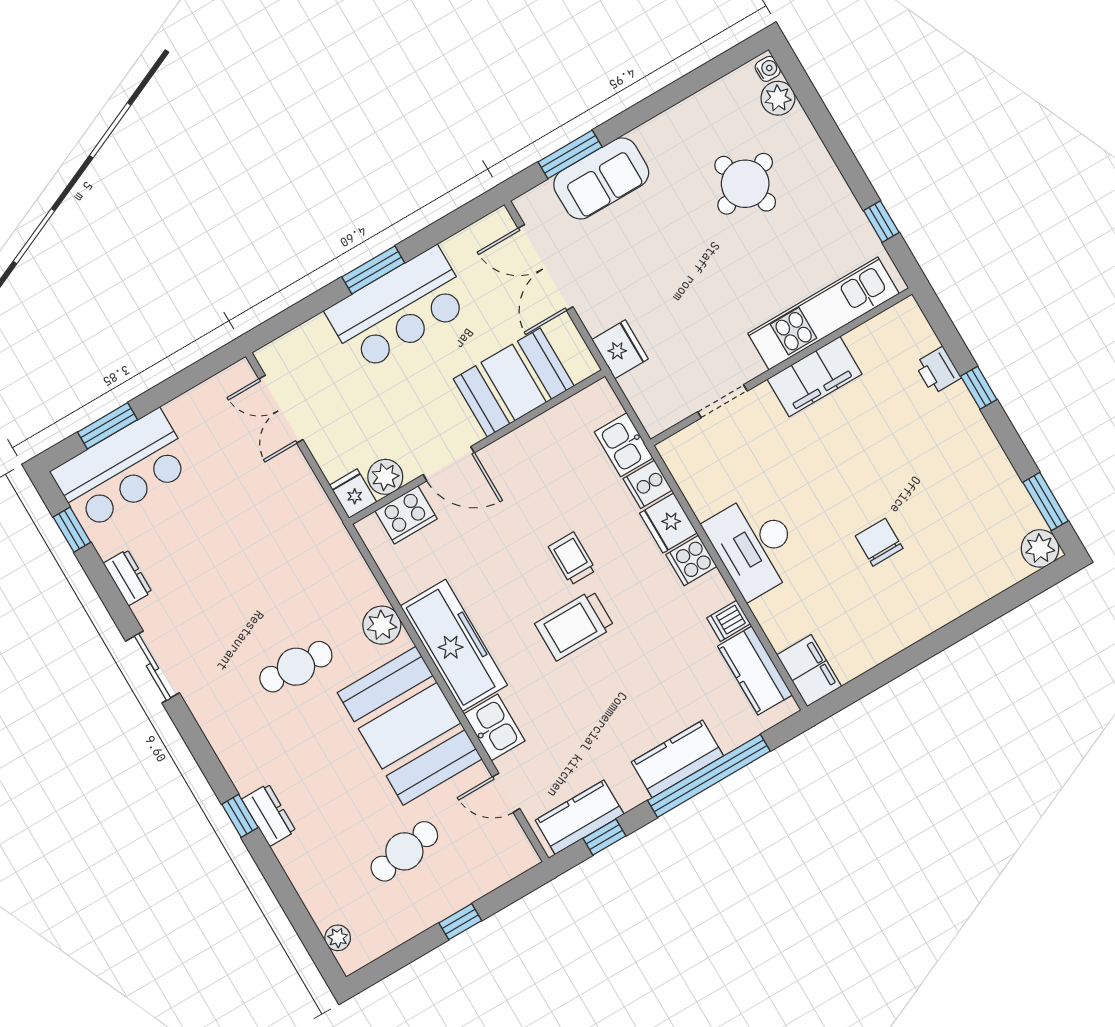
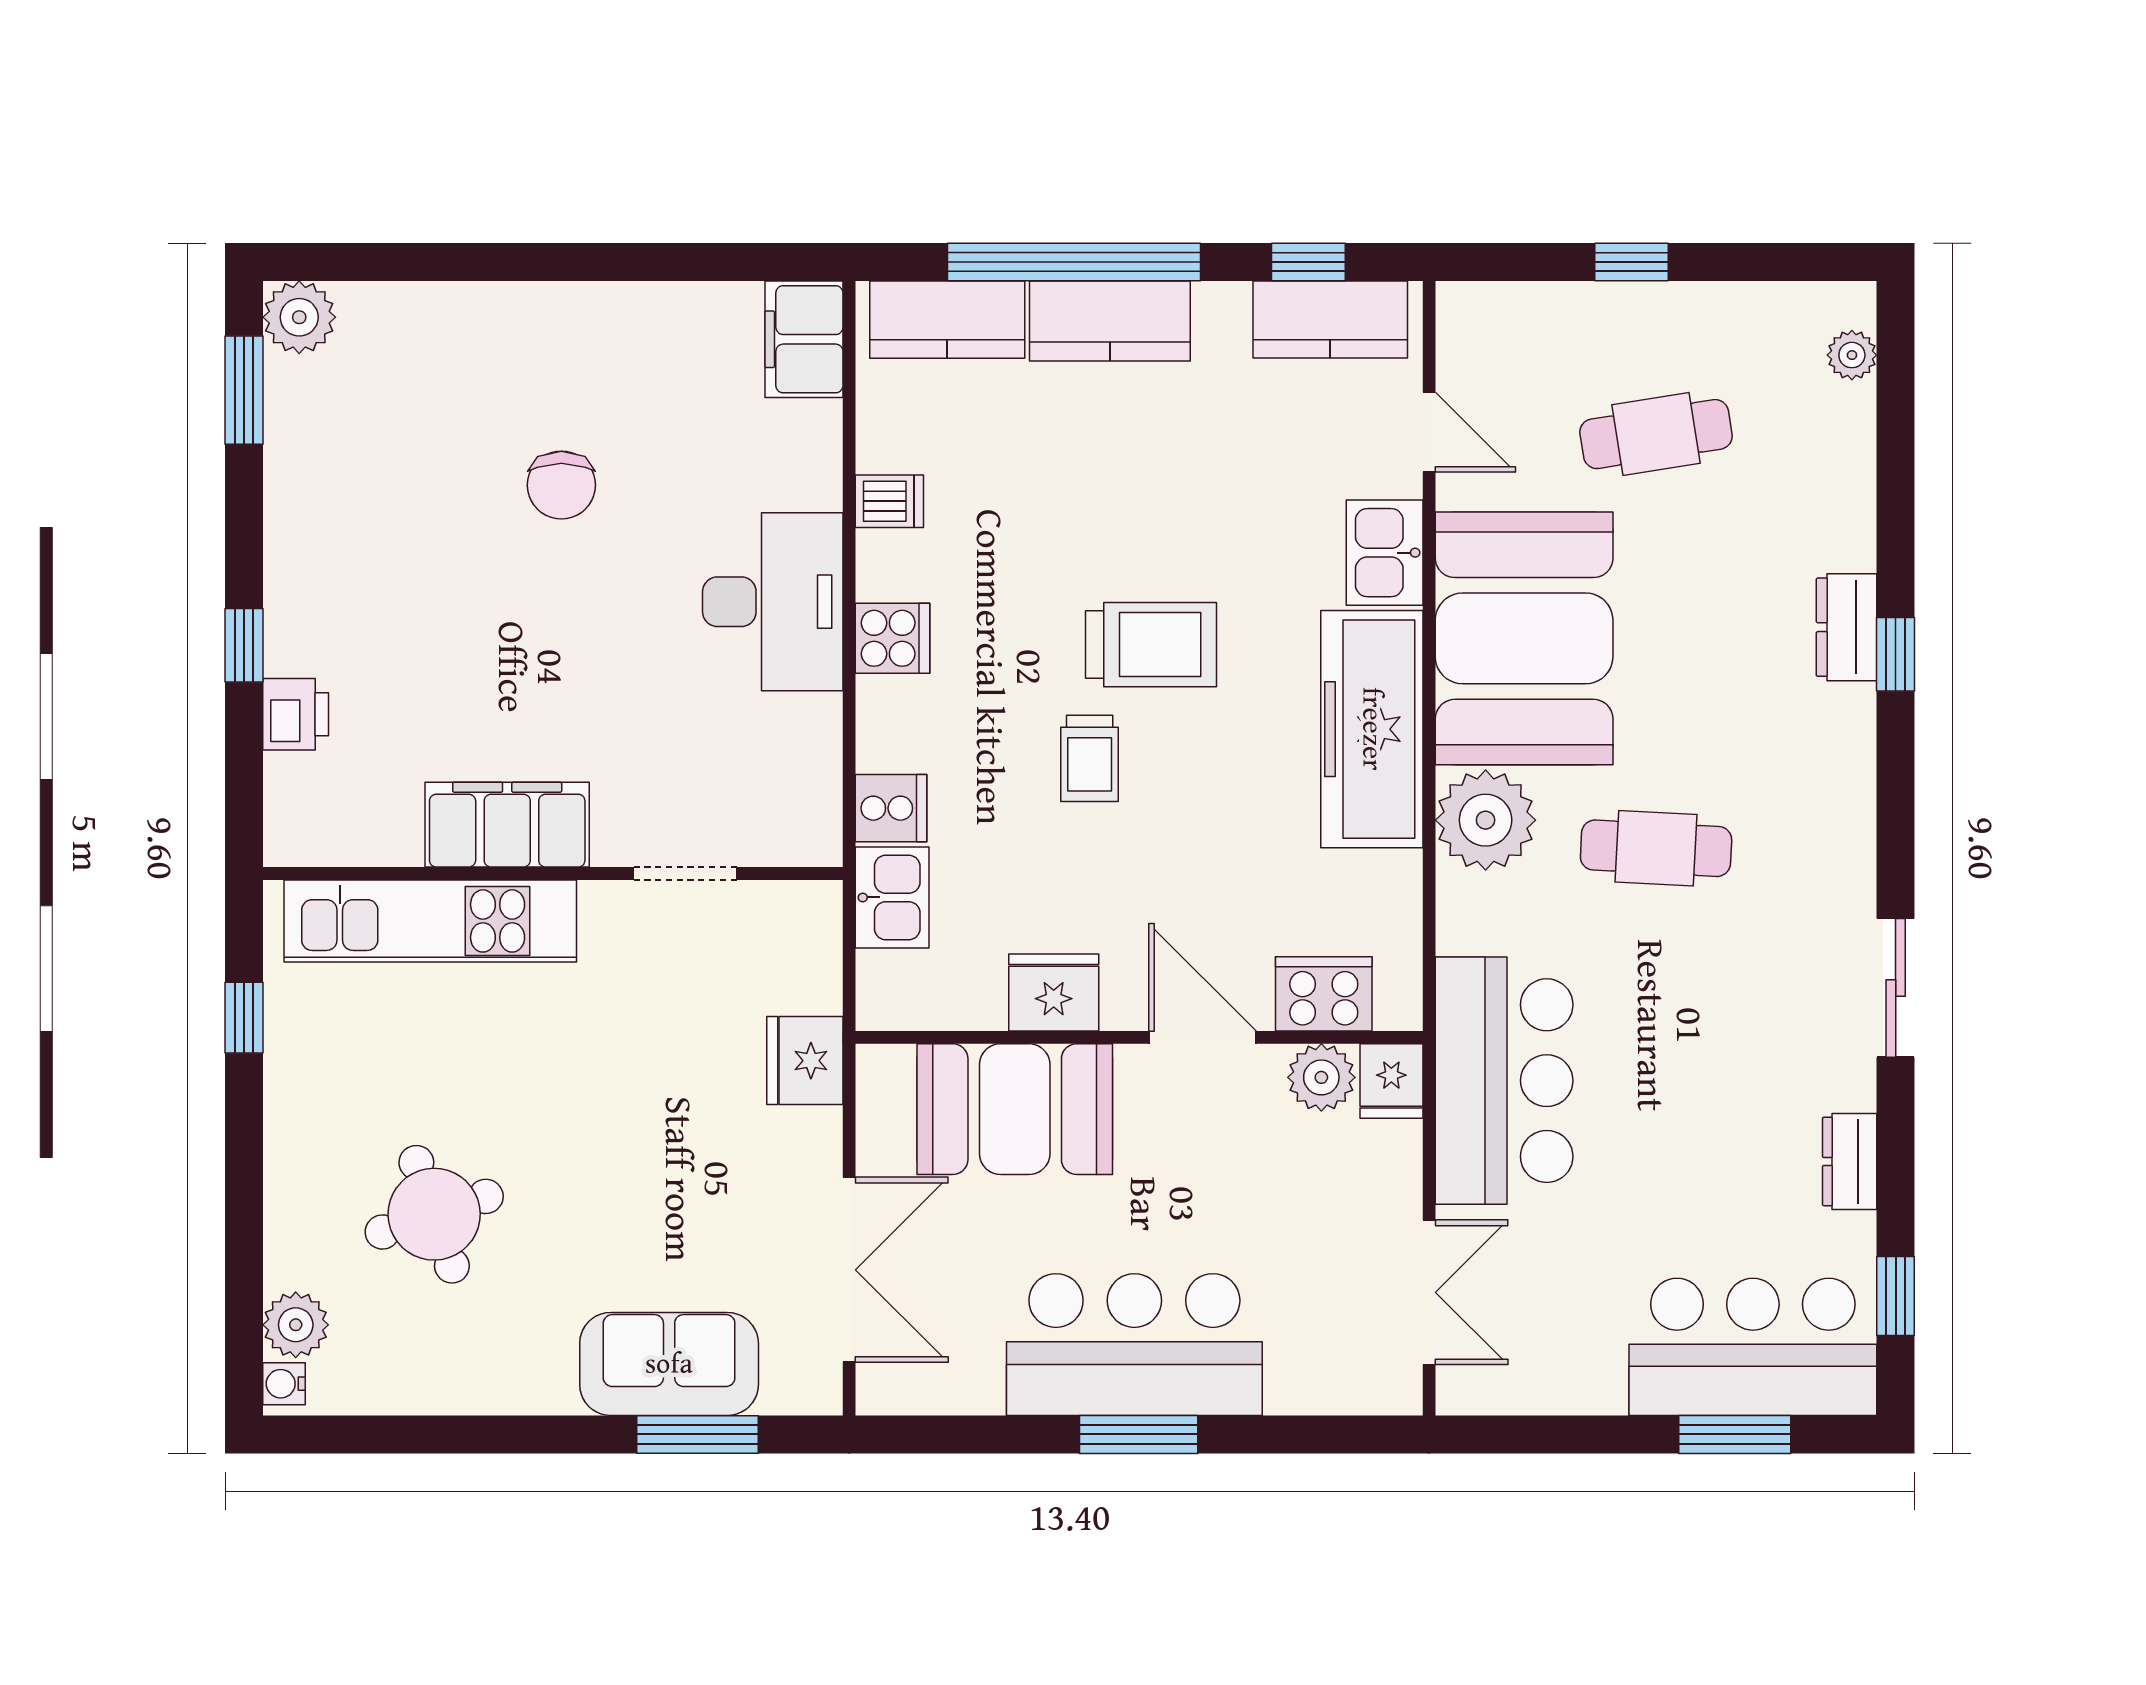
bar counter: (303, 523) -> (1504, 1081), added
fridge: (668, 523) -> (1054, 992), moved, turned -90
plant: (382, 625) -> (1486, 820), width x1.36, depth x1.36
kitchen counter: (755, 671) -> (947, 320), moved, turned 90

